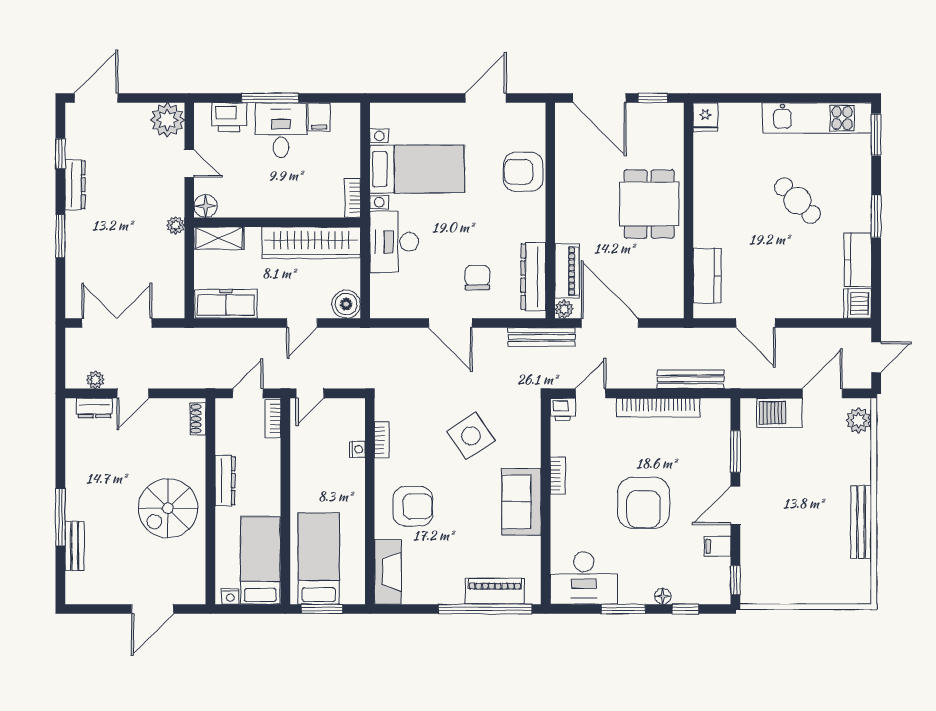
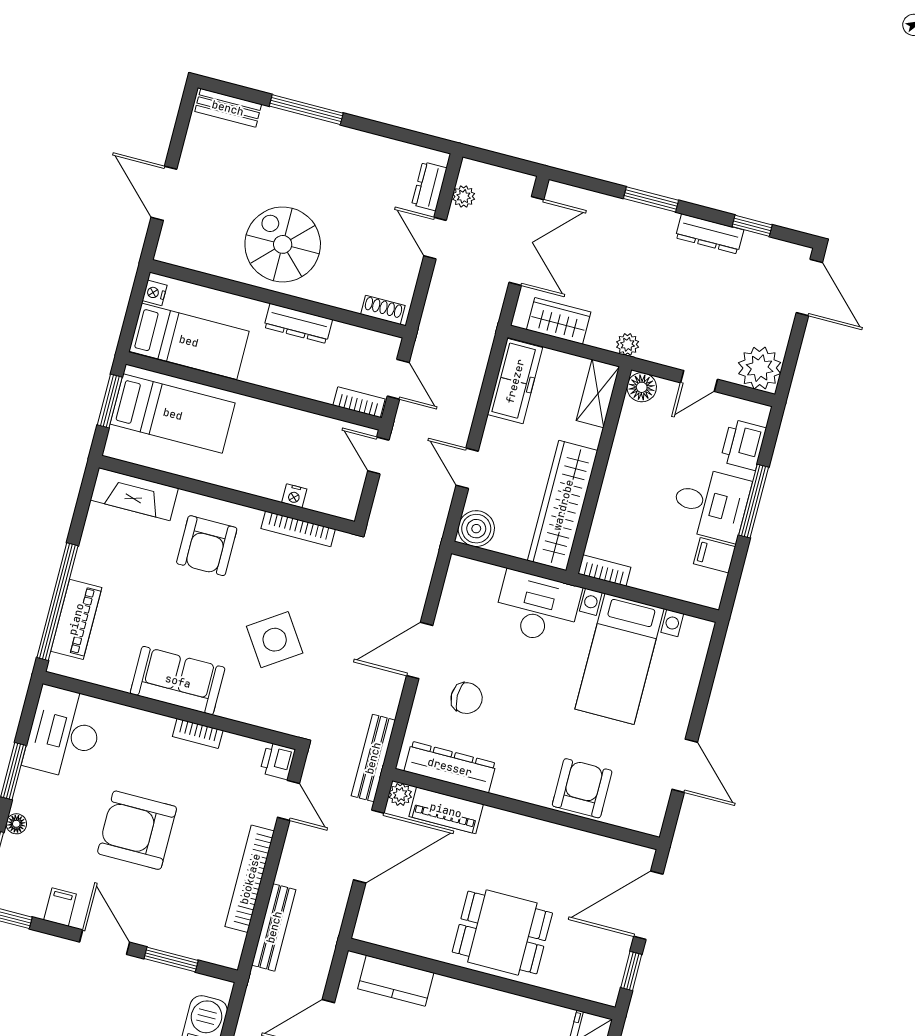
wardrobe: (171, 282) -> (559, 321), added
bookcase: (382, 440) -> (298, 529), width x1.56
bench: (75, 546) -> (228, 108), moved

